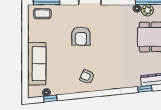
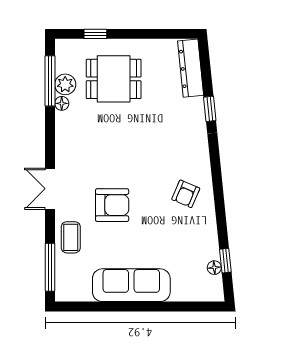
coffee table: (42, 14) -> (71, 237), moved
sofa: (37, 64) -> (131, 285), moved
window: (145, 89) -> (210, 109), moved

